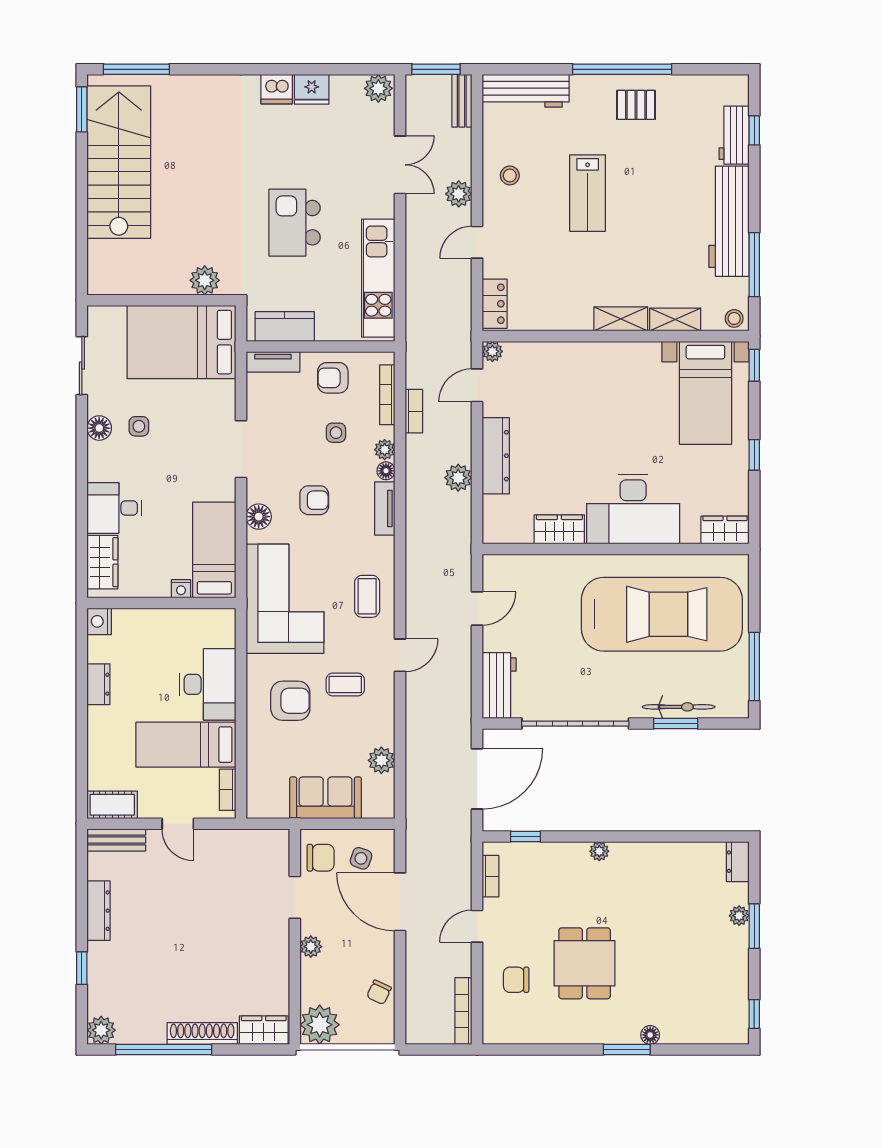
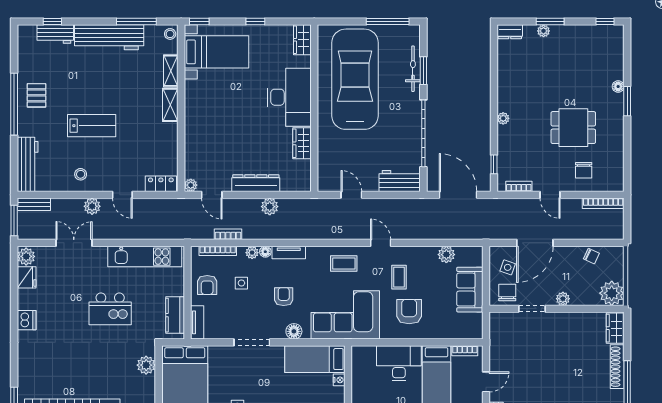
fridge: (312, 89) -> (27, 277), moved

